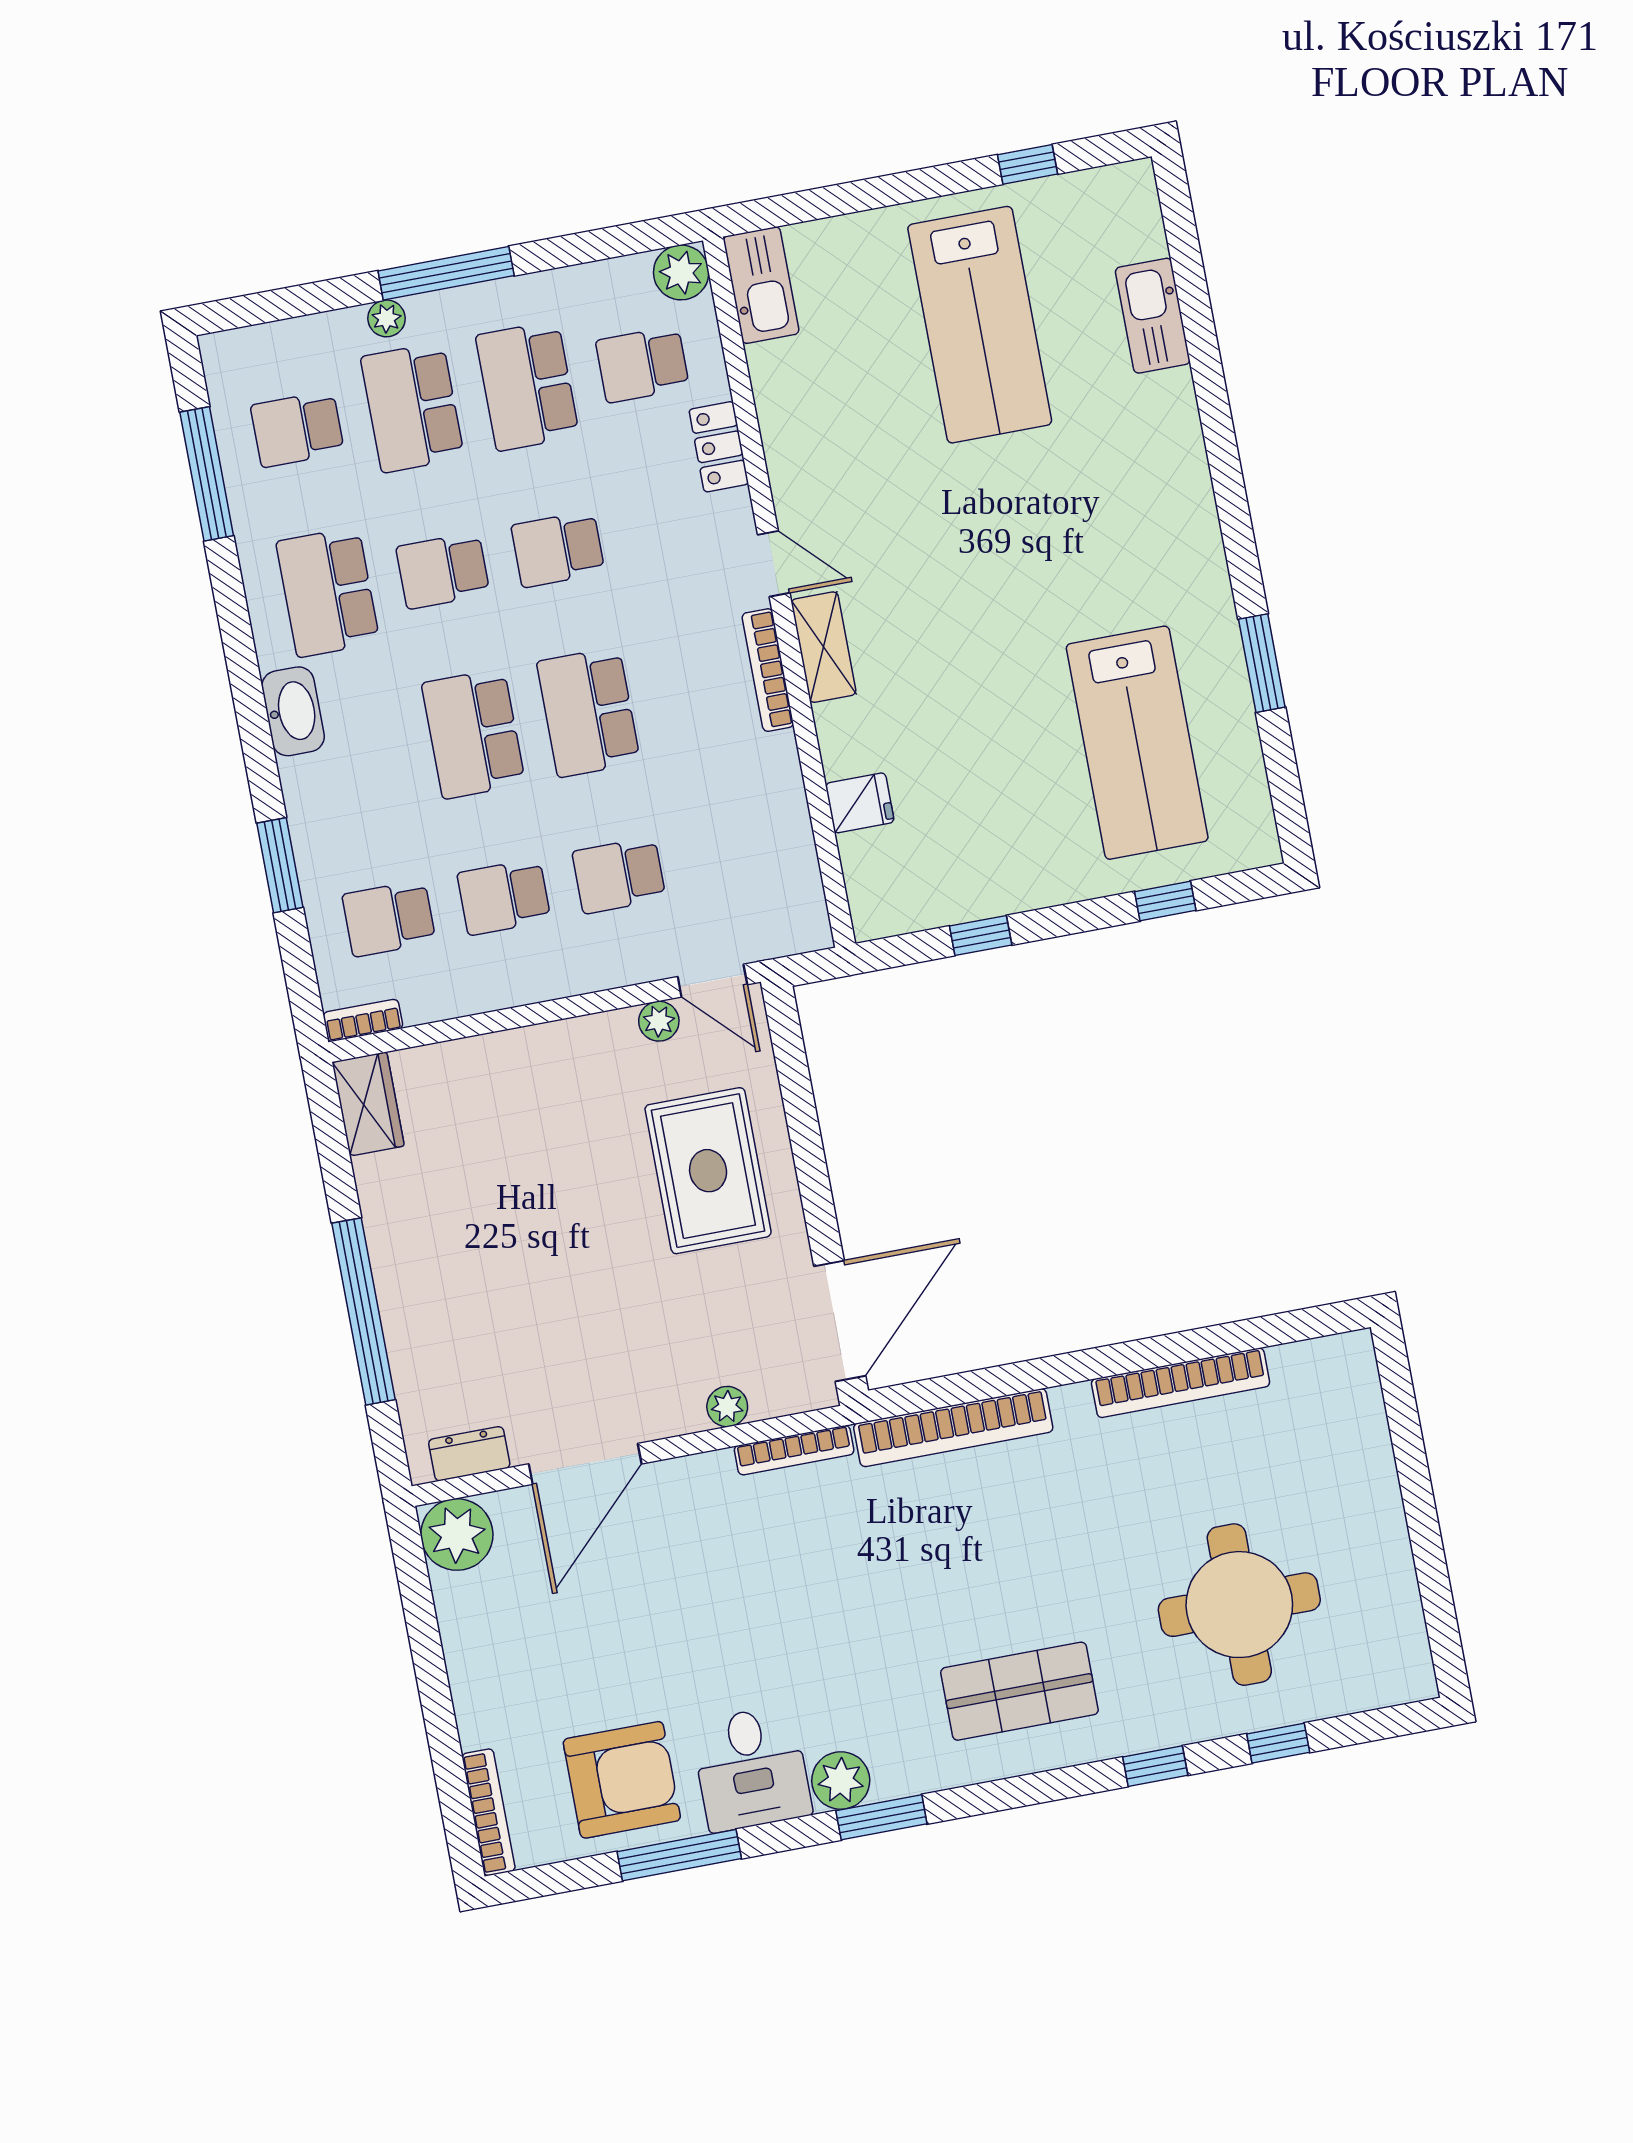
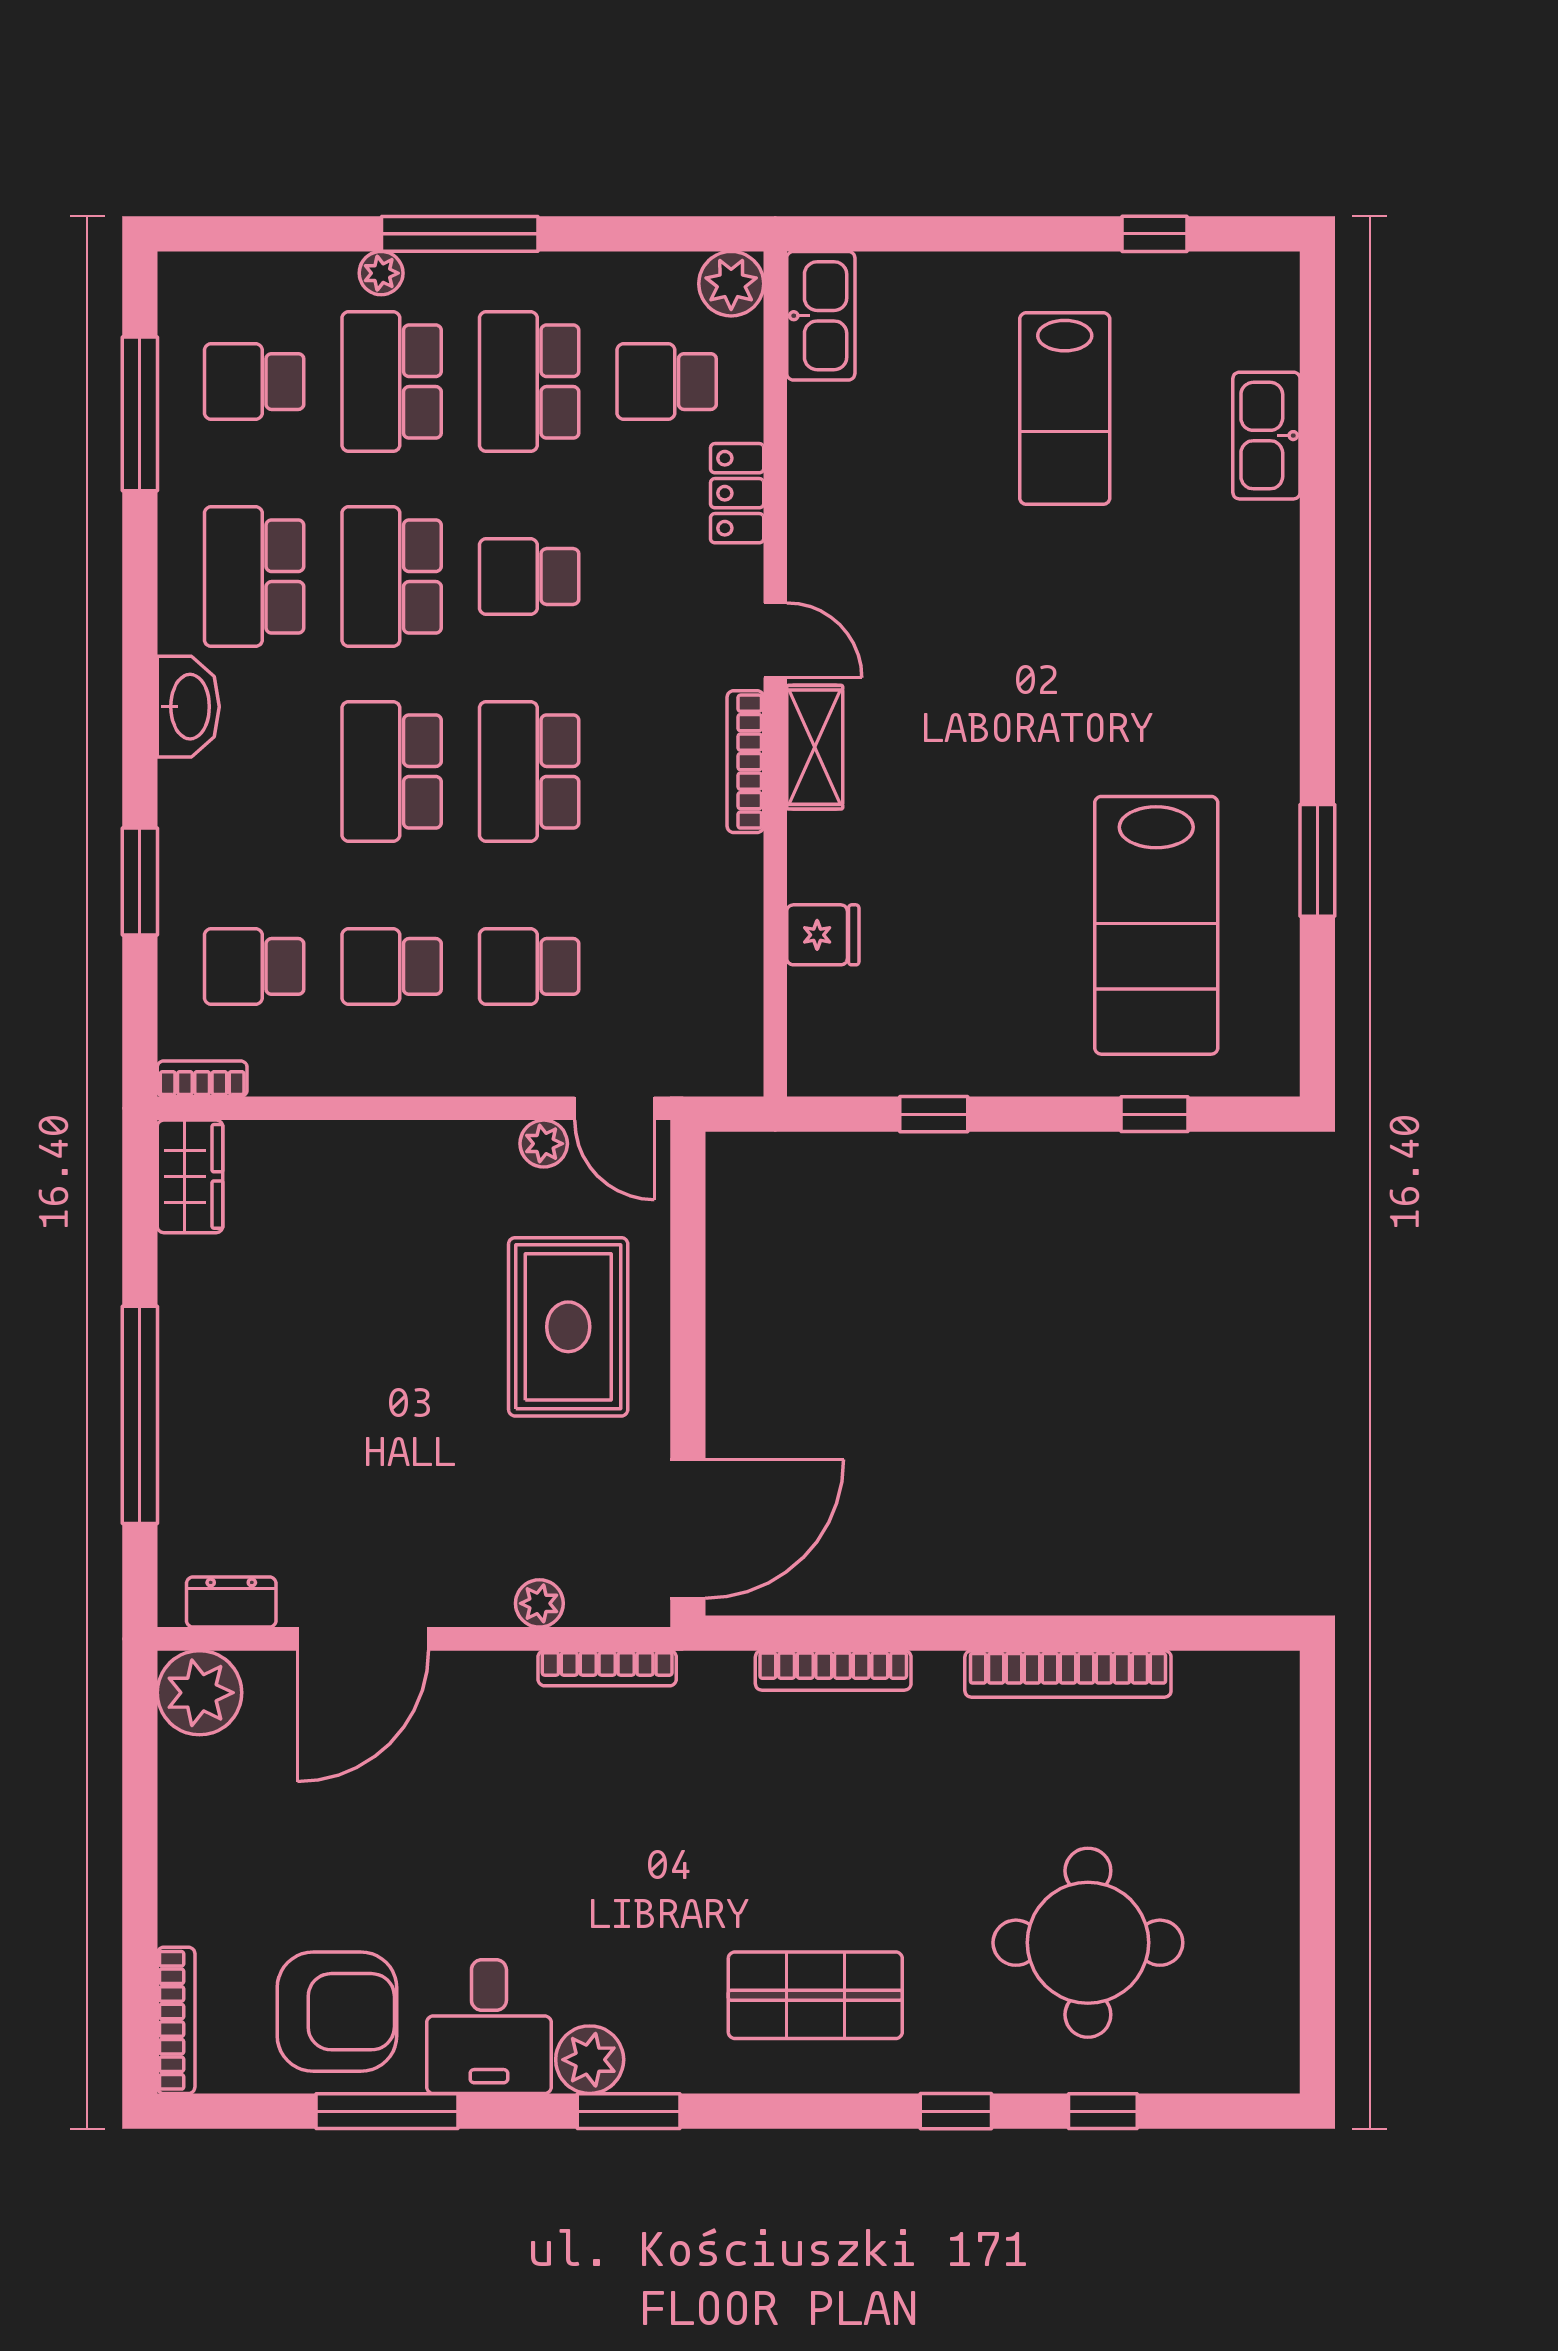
lab bench: (980, 325) -> (1065, 409), width x0.73, depth x0.72
school desk: (443, 571) -> (392, 577), width x1.85
bookcase: (953, 1428) -> (833, 1670), width x0.68, depth x0.76

